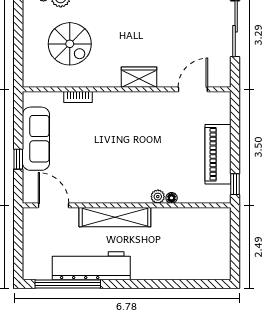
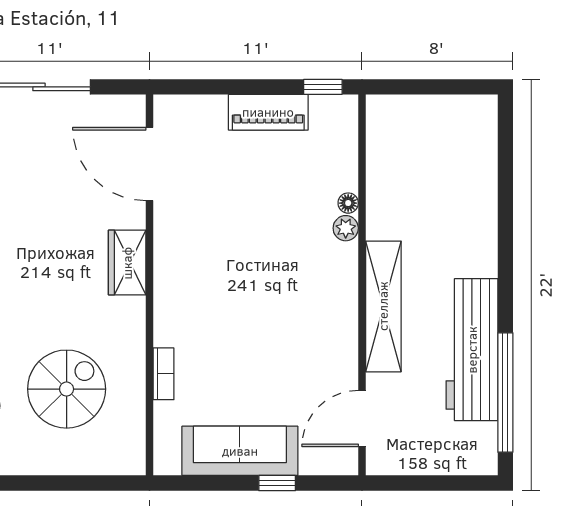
door: (193, 89) -> (150, 164), width x1.36
piano: (218, 154) -> (268, 112), width x0.73, depth x0.75

